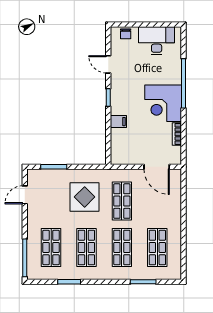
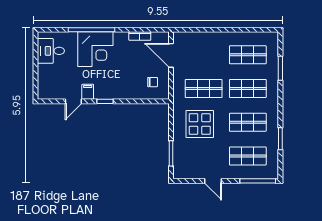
chair: (126, 34) -> (153, 82), moved
desk: (157, 41) -> (51, 51), width x0.73
corner desk: (163, 103) -> (95, 49), moved
filing cabinet: (118, 122) -> (88, 92), moved
door: (157, 167) -> (171, 55), swing flipped
door: (25, 195) -> (213, 181), moved

